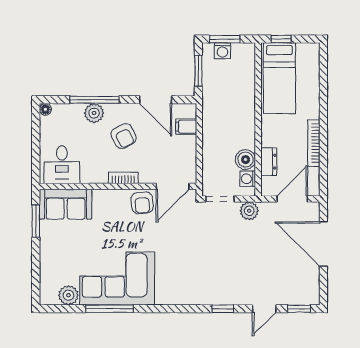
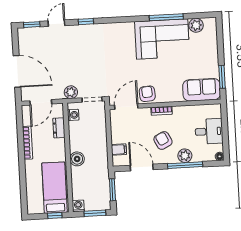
washing machine: (222, 51) -> (78, 206), moved
boiler: (246, 160) -> (77, 159), moved
desk: (62, 165) -> (209, 131), moved, turned 90

